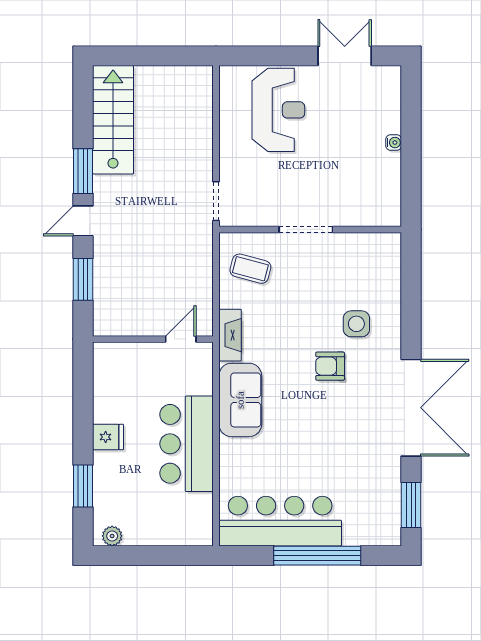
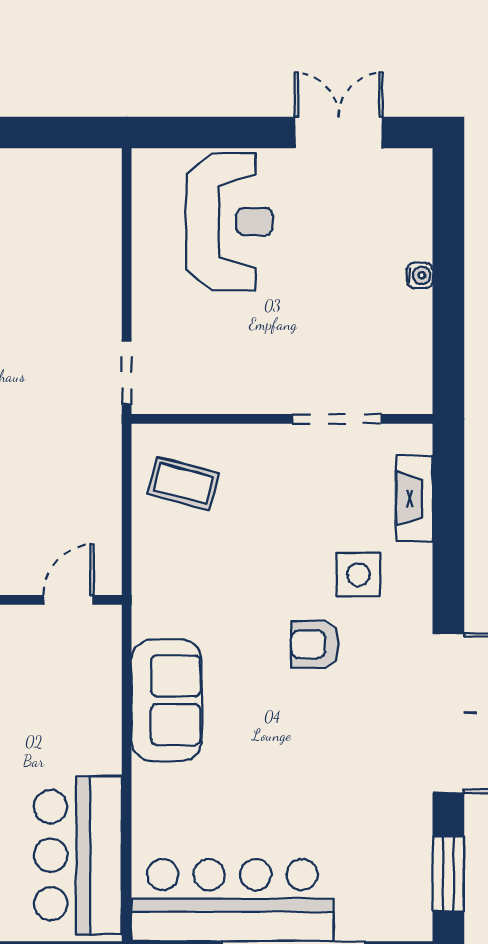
doorway: (306, 229) -> (337, 419), moved
fireplace: (230, 335) -> (414, 498), moved, turned 180
bar counter: (187, 444) -> (78, 855), moved

